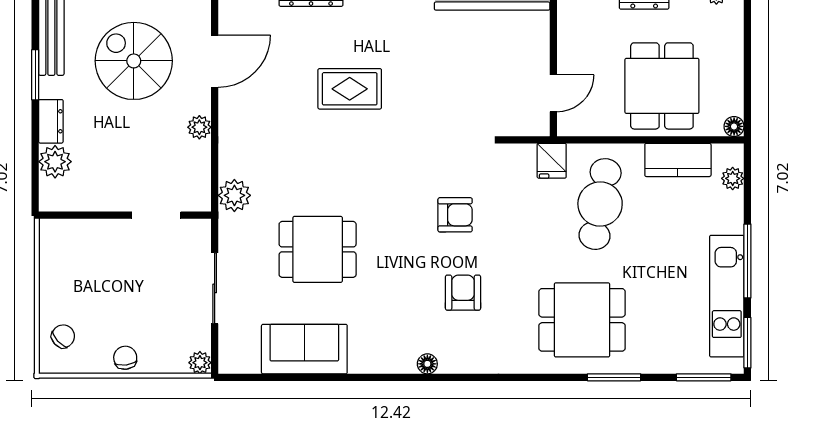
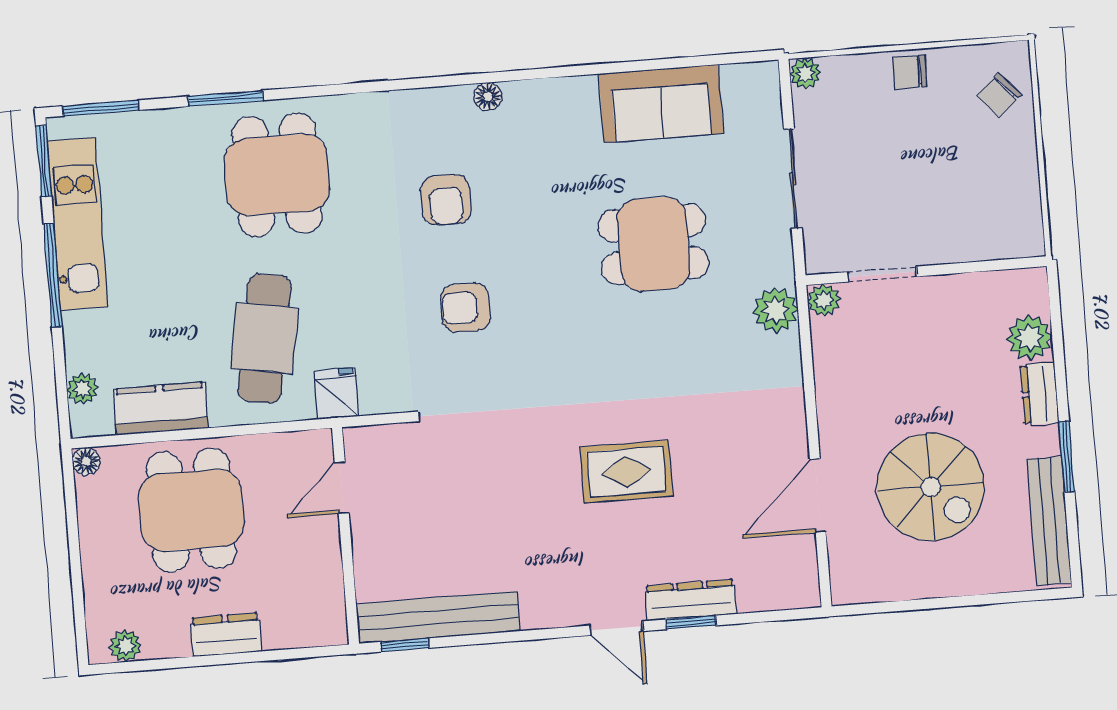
plant: (199, 127) -> (824, 300), moved
dining table: (582, 320) -> (277, 175), turned 90
chair: (125, 358) -> (910, 72), turned 97

